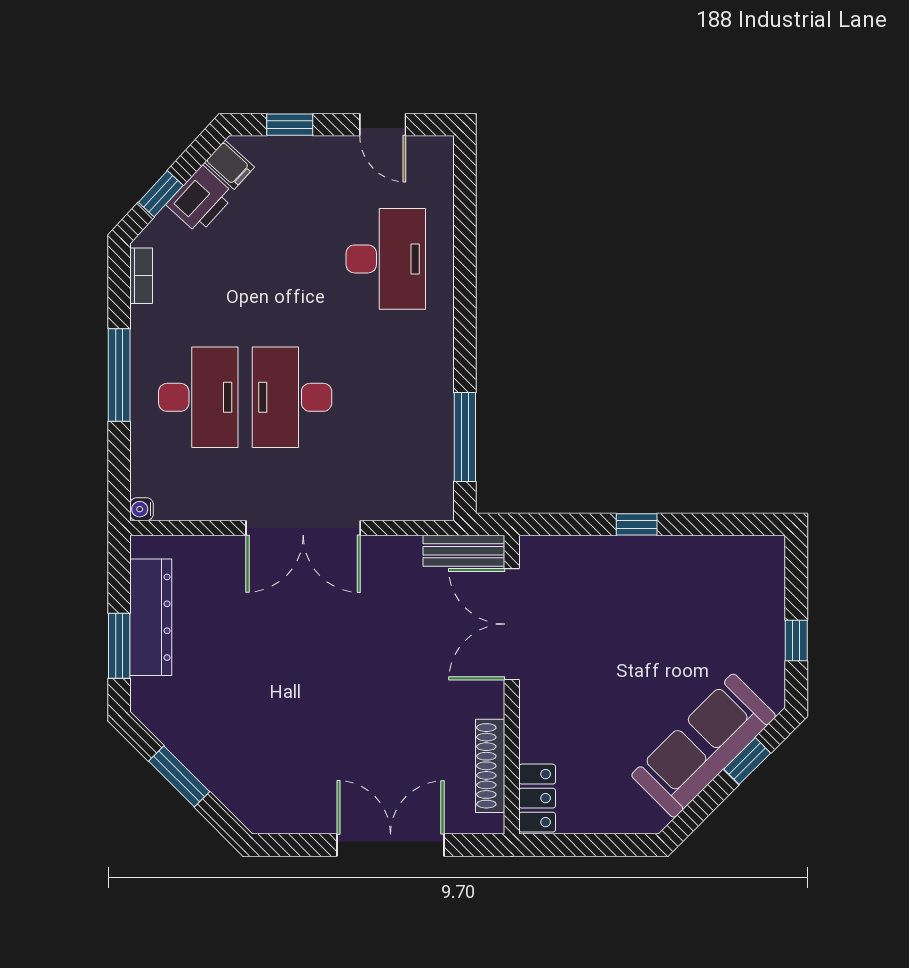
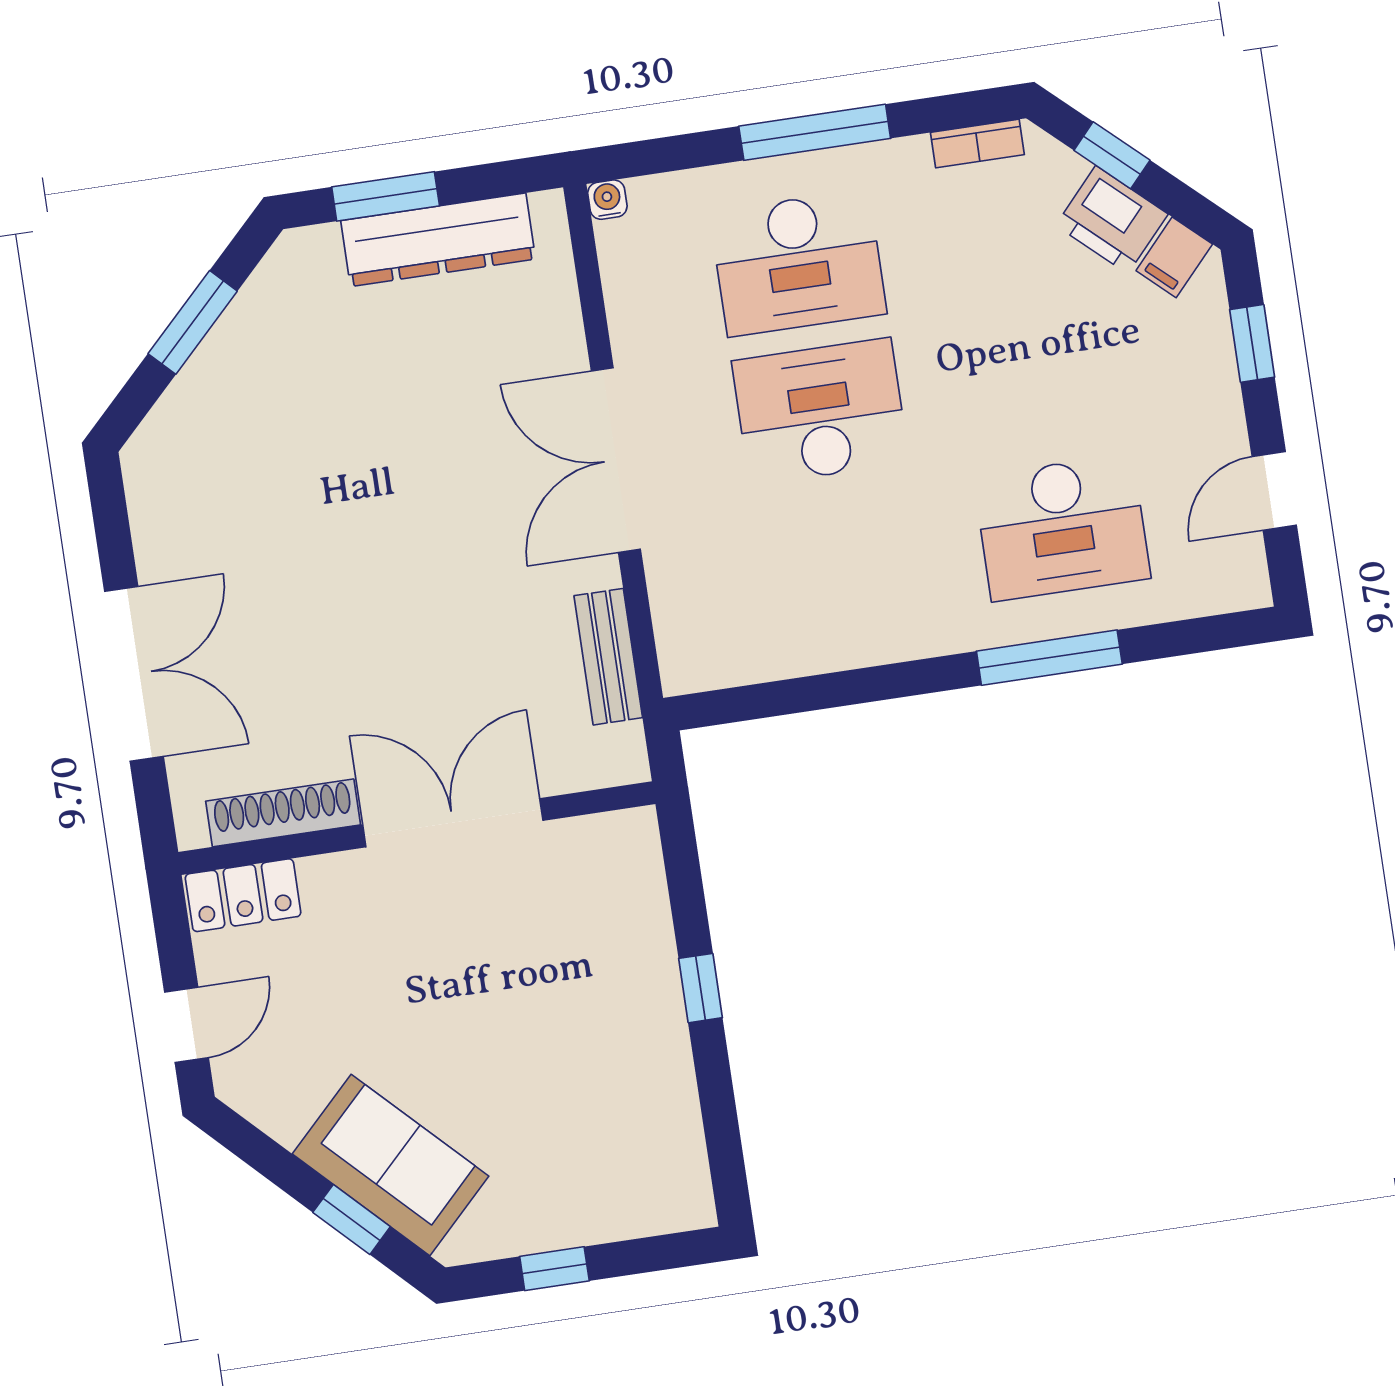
window: (465, 437) -> (1049, 658), moved
bench: (464, 551) -> (608, 657), moved
double door: (512, 624) -> (453, 823), moved
sofa: (704, 746) -> (390, 1165), width x0.73
door: (612, 845) -> (186, 1025), added

